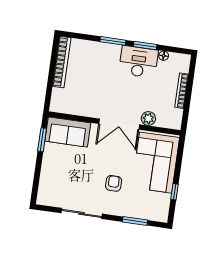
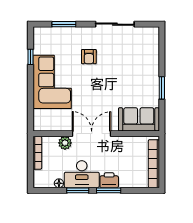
printer: (111, 51) -> (109, 180), added
plant: (148, 118) -> (65, 143), moved
wall: (114, 123) -> (96, 134), moved
double door: (119, 124) -> (92, 134), moved
sofa: (68, 132) -> (139, 119), moved

